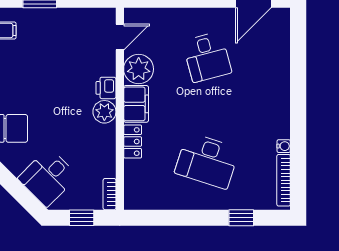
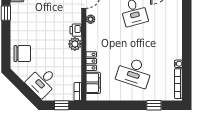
plant: (139, 69) -> (91, 19), width x0.53, depth x0.53
filing cabinet: (136, 104) -> (93, 83), moved

